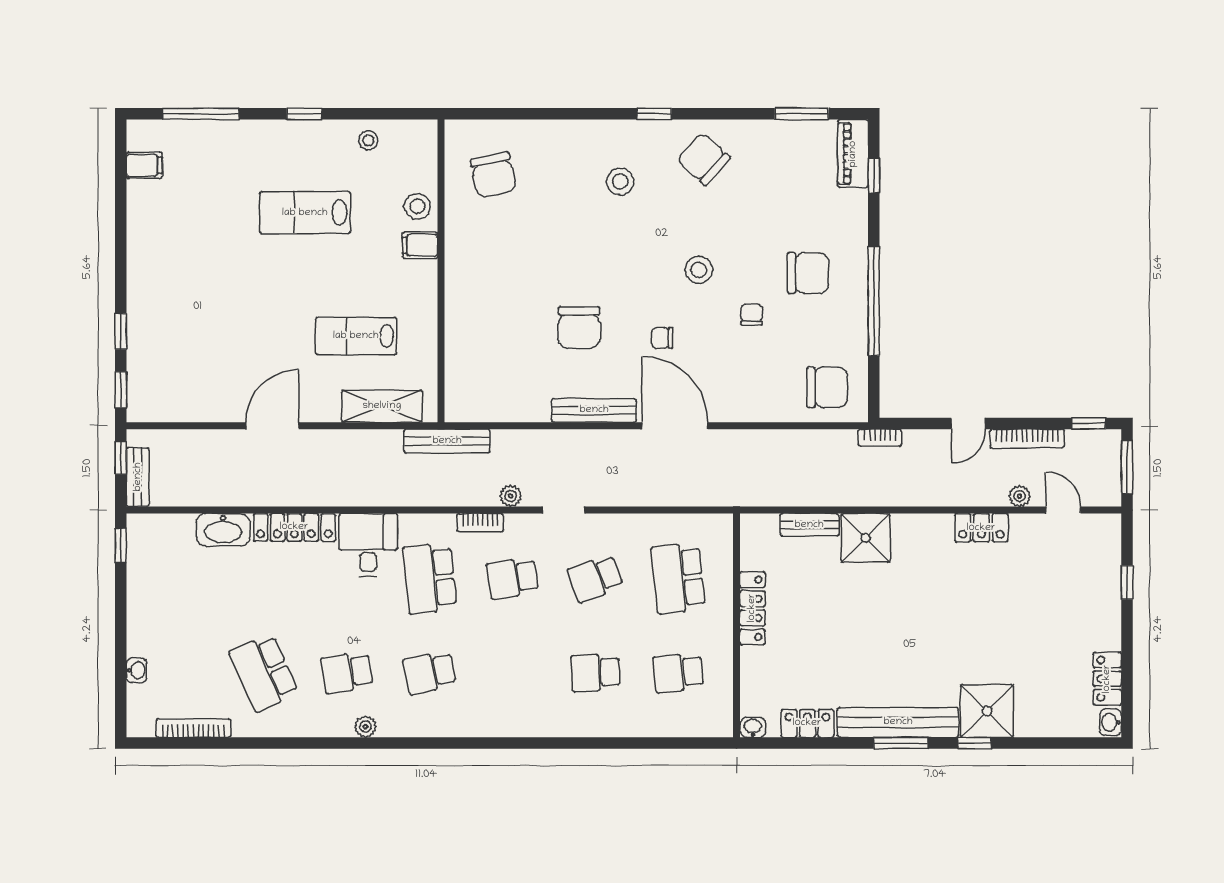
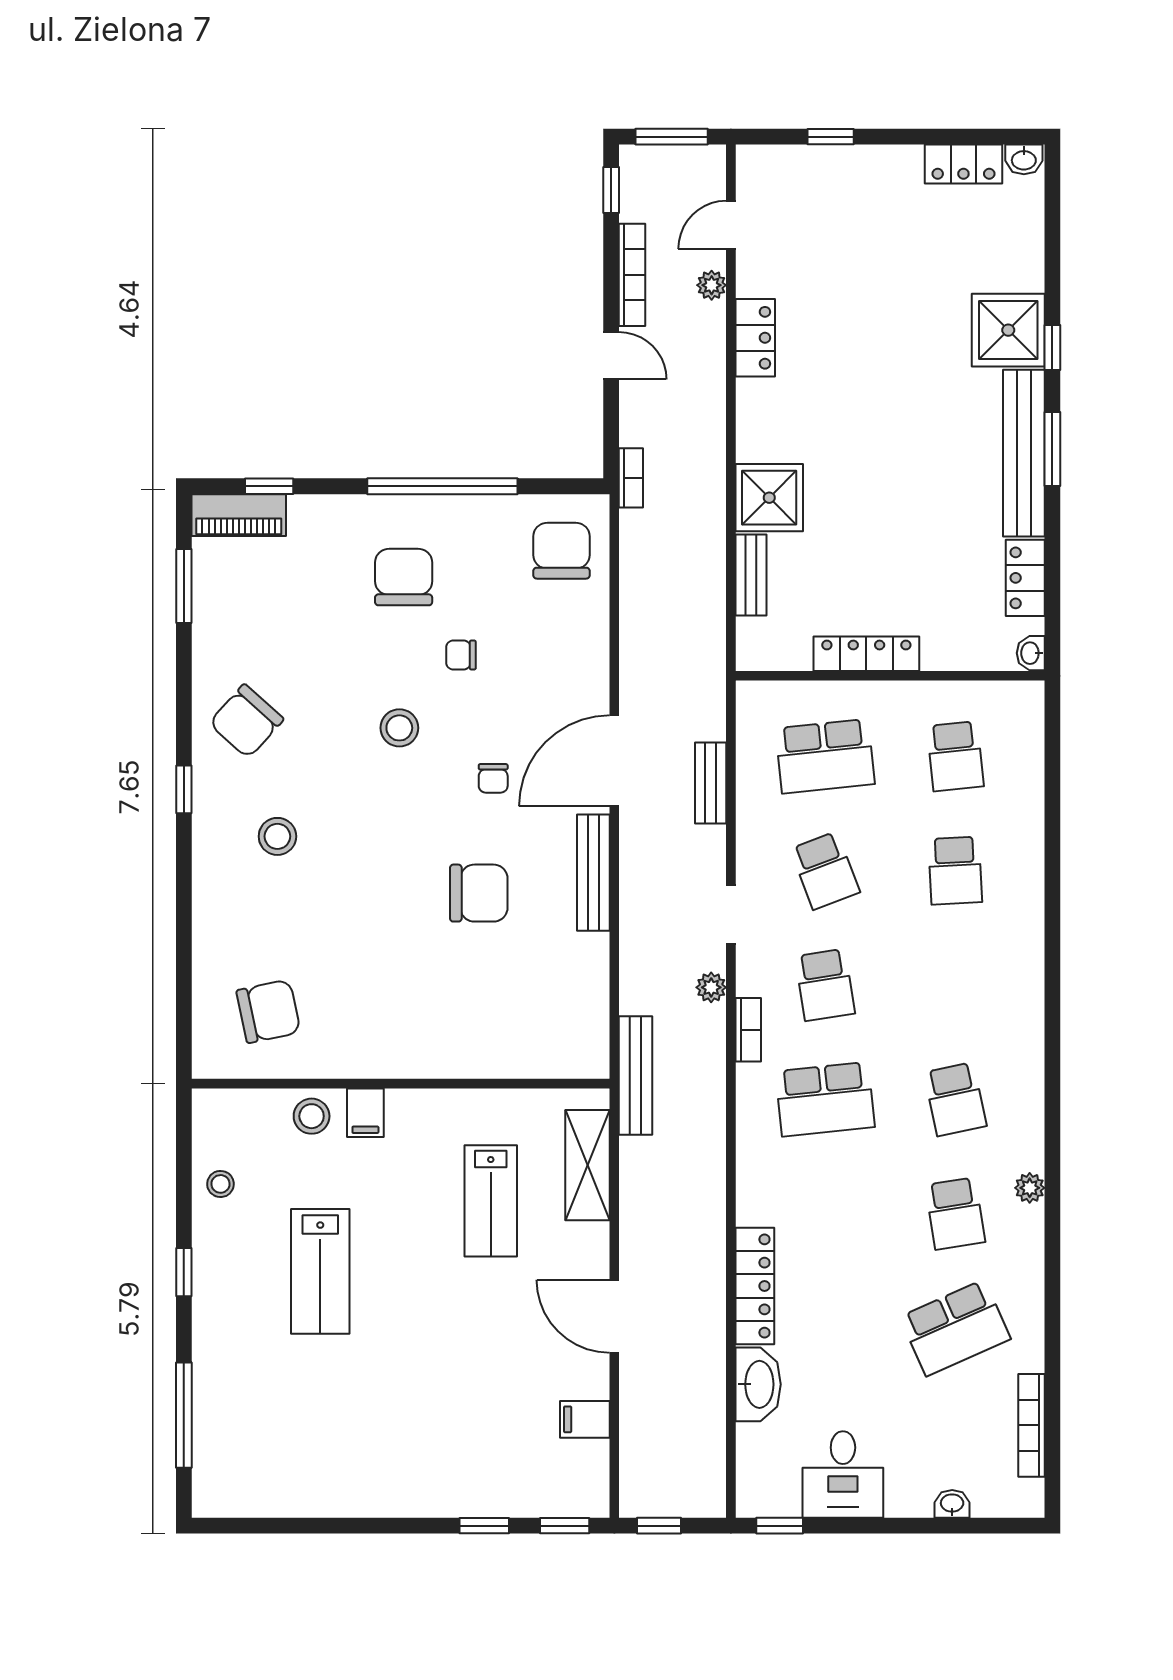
filing cabinet: (144, 165) -> (585, 1419), moved, turned -90
bench: (138, 477) -> (711, 783), moved, turned 90
desk: (368, 545) -> (843, 1474), moved, turned -90

